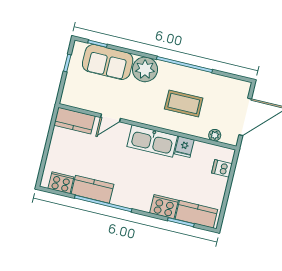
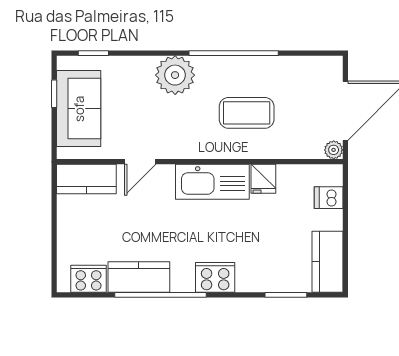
sofa: (108, 62) -> (79, 109), moved, turned -90
plant: (215, 135) -> (334, 150), moved
cooker: (164, 207) -> (215, 277), moved
kitchen counter: (196, 214) -> (328, 262), moved, turned -90

